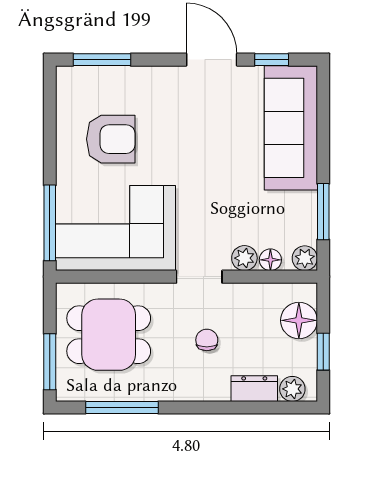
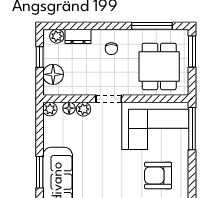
window: (323, 212) -> (40, 172), moved
dining table: (109, 335) -> (159, 66), turned 90
chair: (207, 340) -> (111, 49), moved

